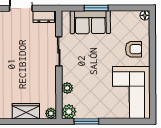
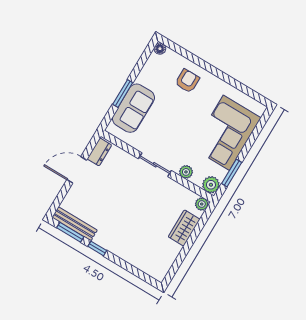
sliding door: (59, 51) -> (155, 165), moved
corner sofa: (131, 93) -> (226, 133), moved, turned 90

